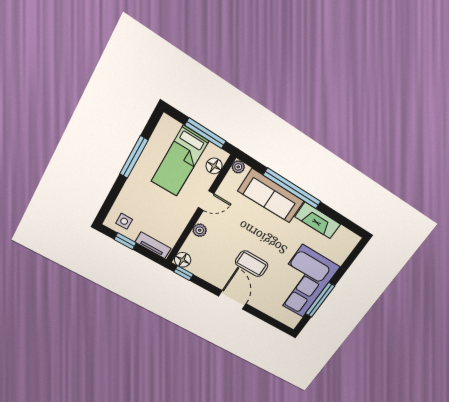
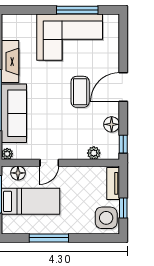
door: (206, 201) -> (49, 163), swing flipped
side table: (124, 221) -> (106, 218), width x1.87, depth x1.87
plant: (200, 230) -> (94, 153), moved
floor lamp: (183, 260) -> (112, 124), moved

